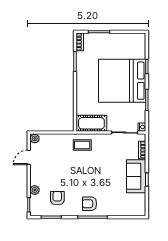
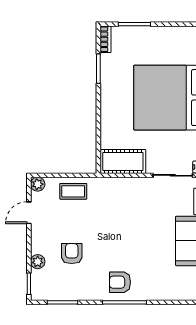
coffee table: (82, 145) -> (73, 191), moved
armchair: (57, 198) -> (72, 254), moved

